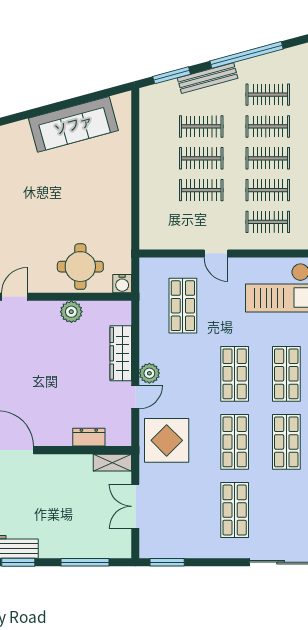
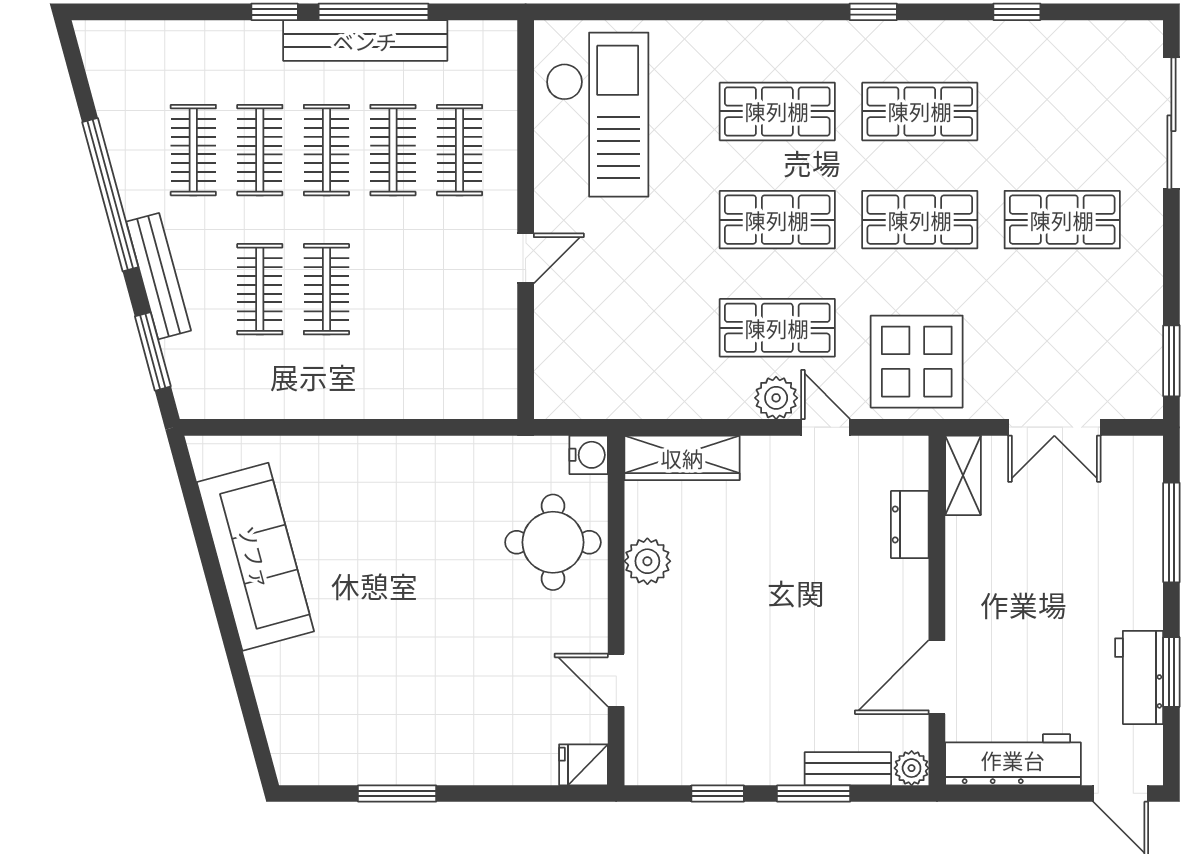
clothes rail: (201, 190) -> (393, 289), removed
shop shelf: (183, 306) -> (777, 328), moved
wardrobe: (121, 353) -> (682, 458), moved

